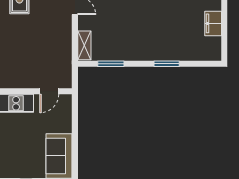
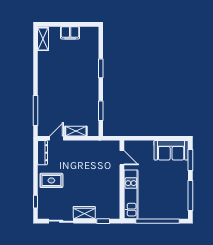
shelving: (84, 45) -> (76, 131), moved

